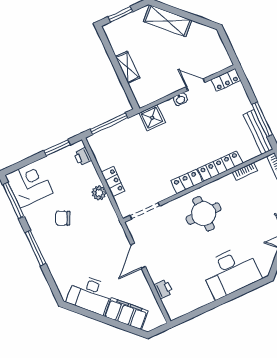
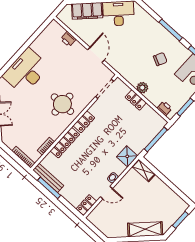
shelving: (128, 67) -> (144, 170), moved

